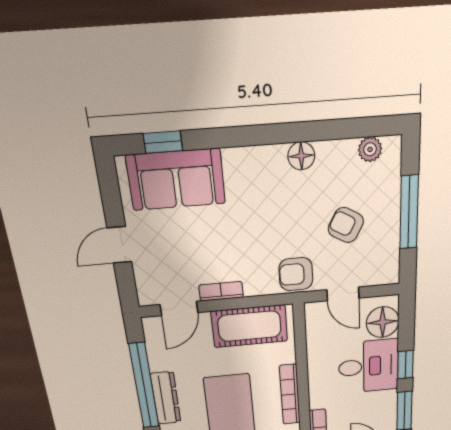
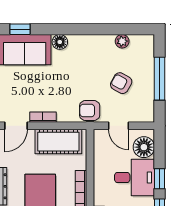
plant: (370, 149) -> (122, 41), moved
floor lamp: (301, 156) -> (60, 42), moved

